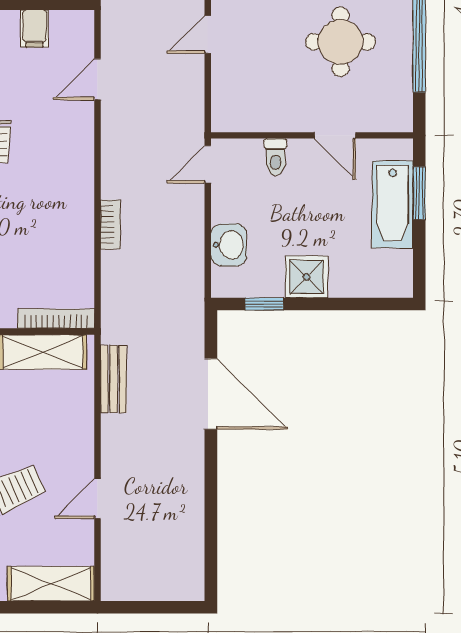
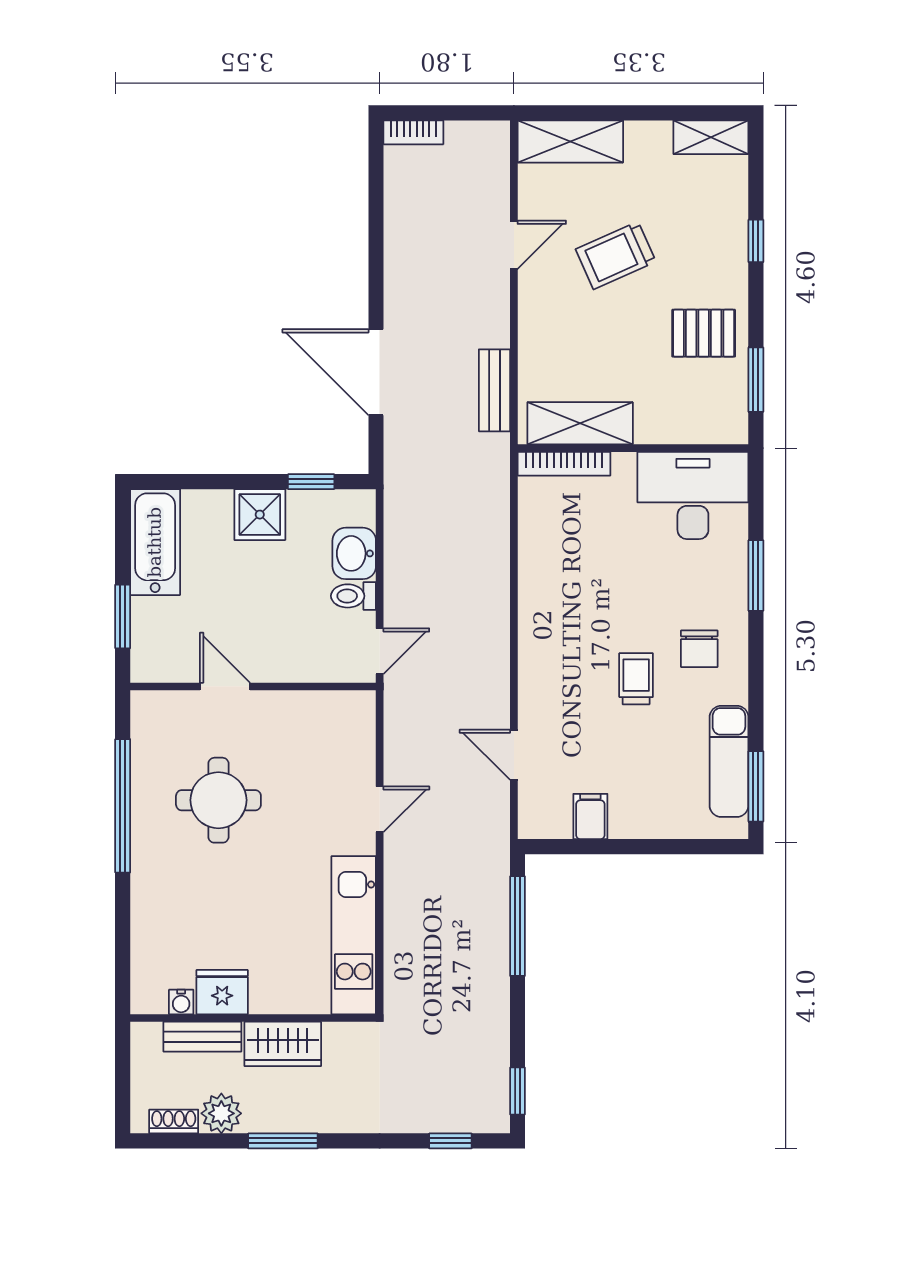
door: (98, 79) -> (514, 755), swing flipped
toilet: (275, 157) -> (353, 596), moved, turned -90
bathtub: (393, 204) -> (155, 542), moved
bookcase: (110, 224) -> (413, 132), moved, turned -90

